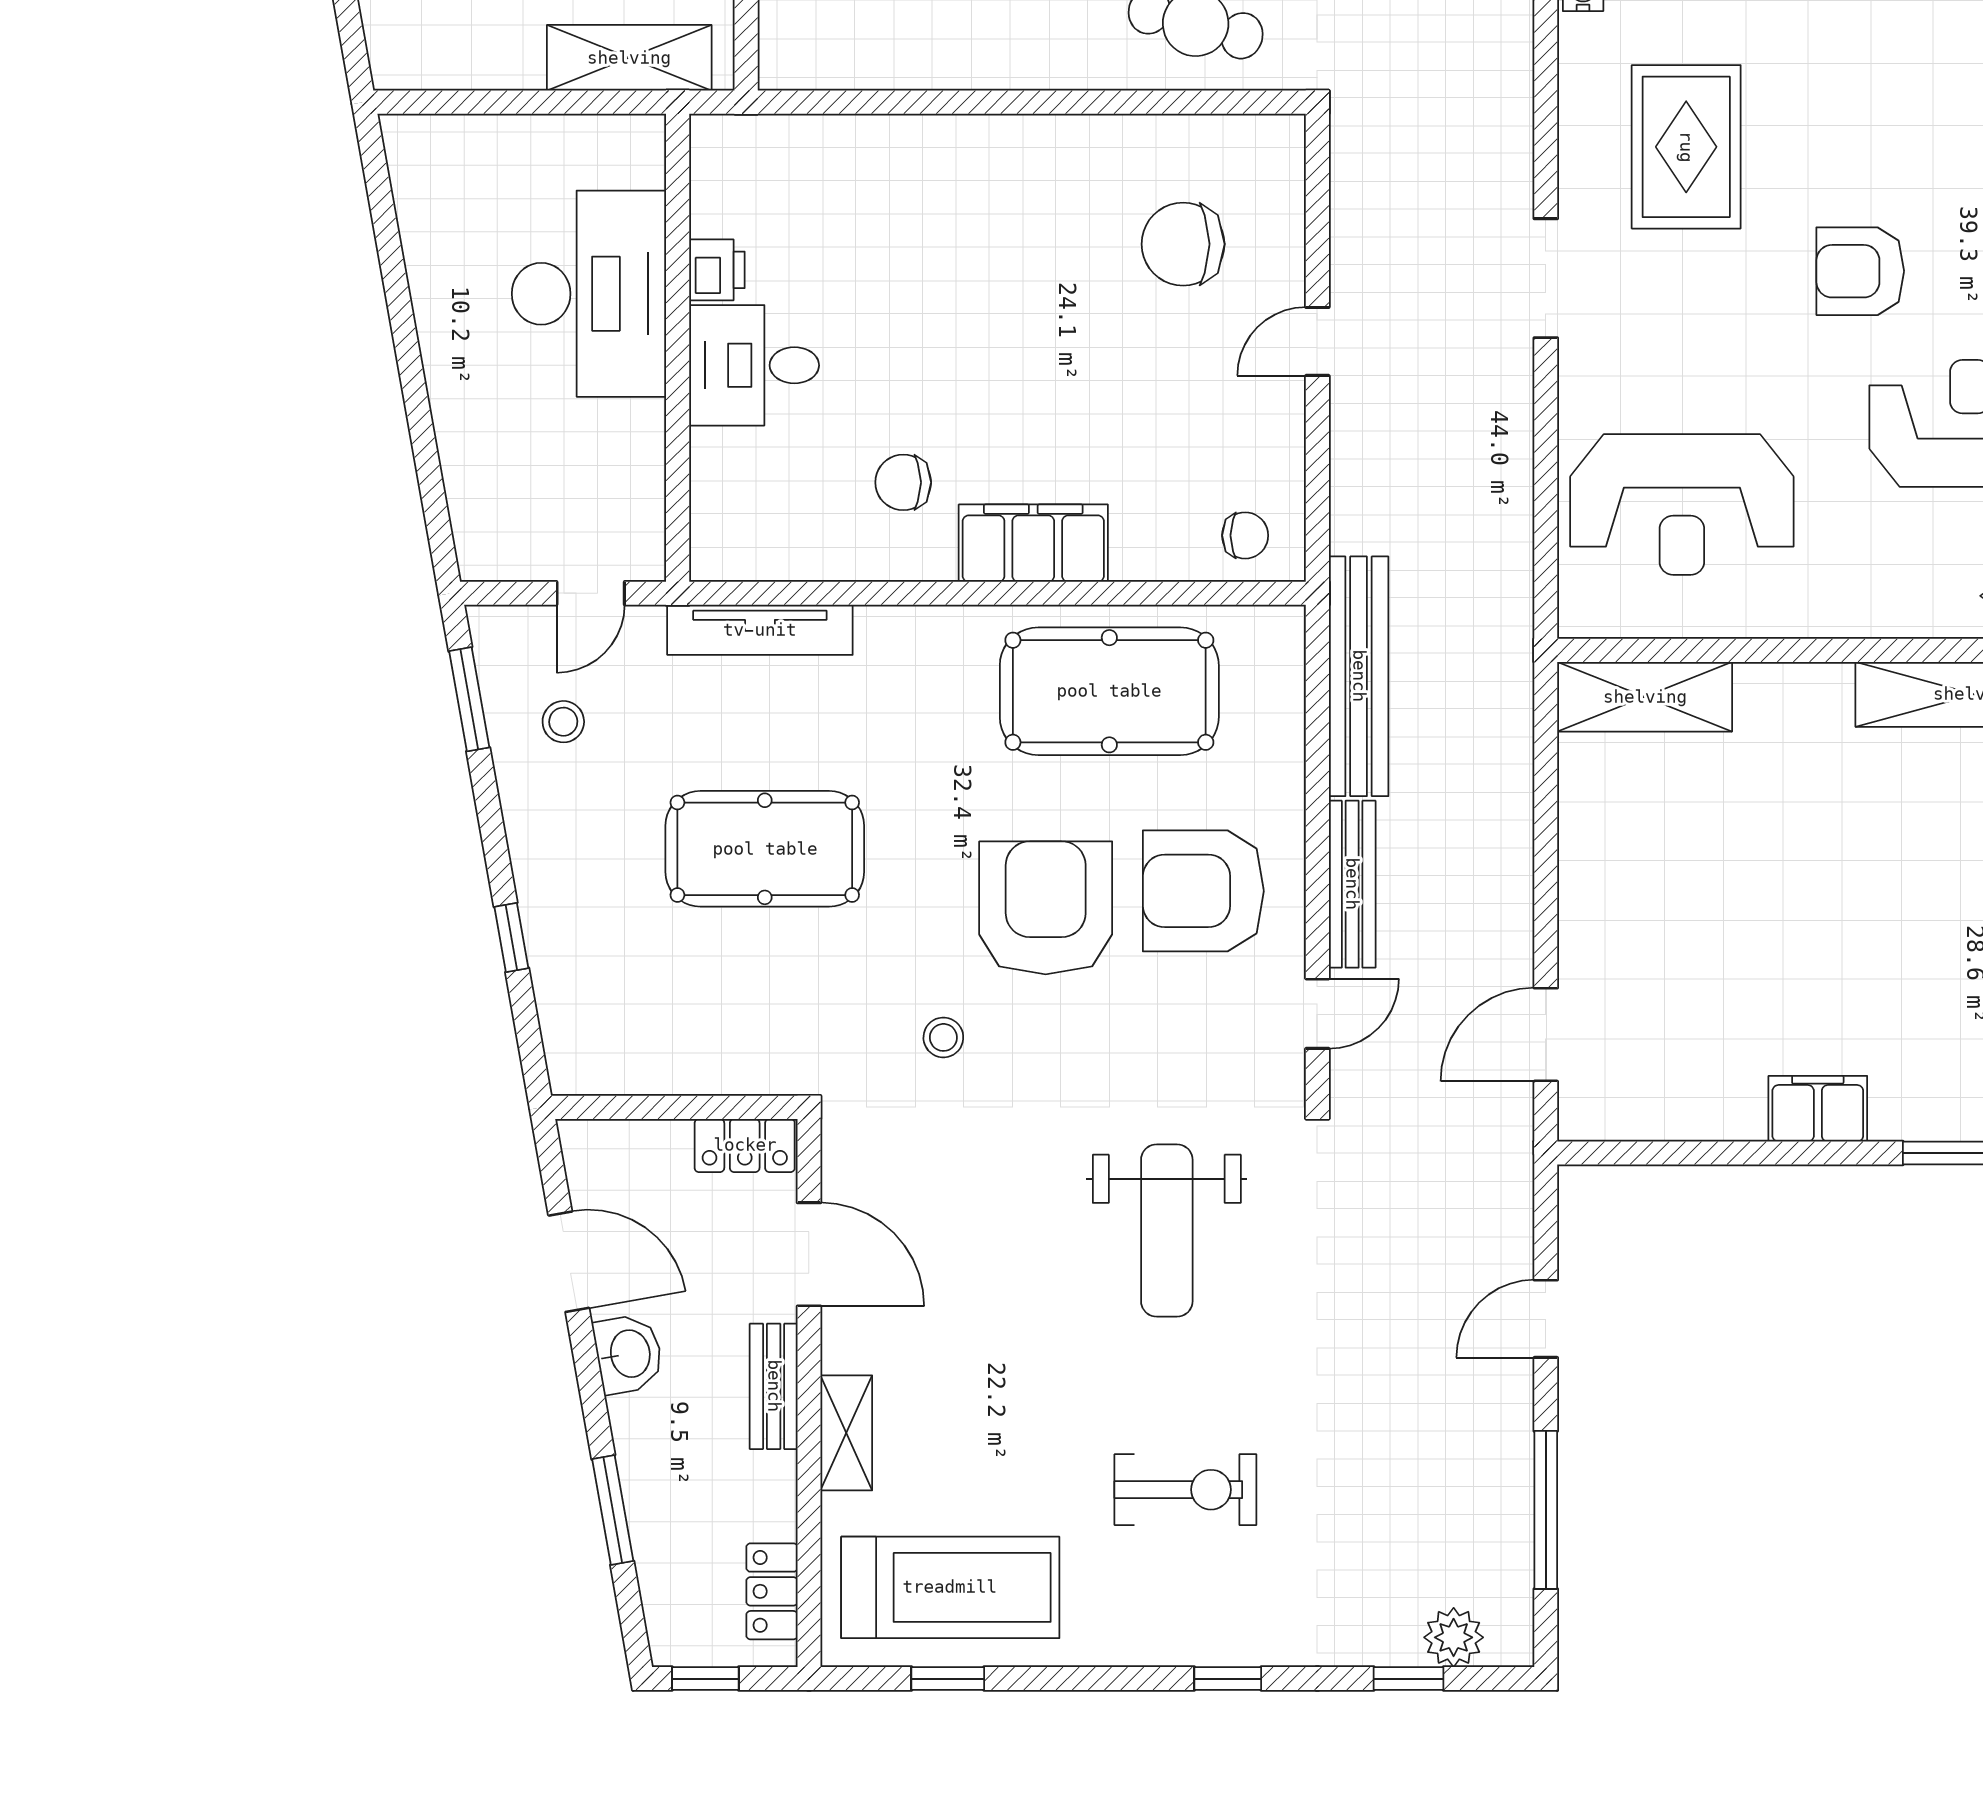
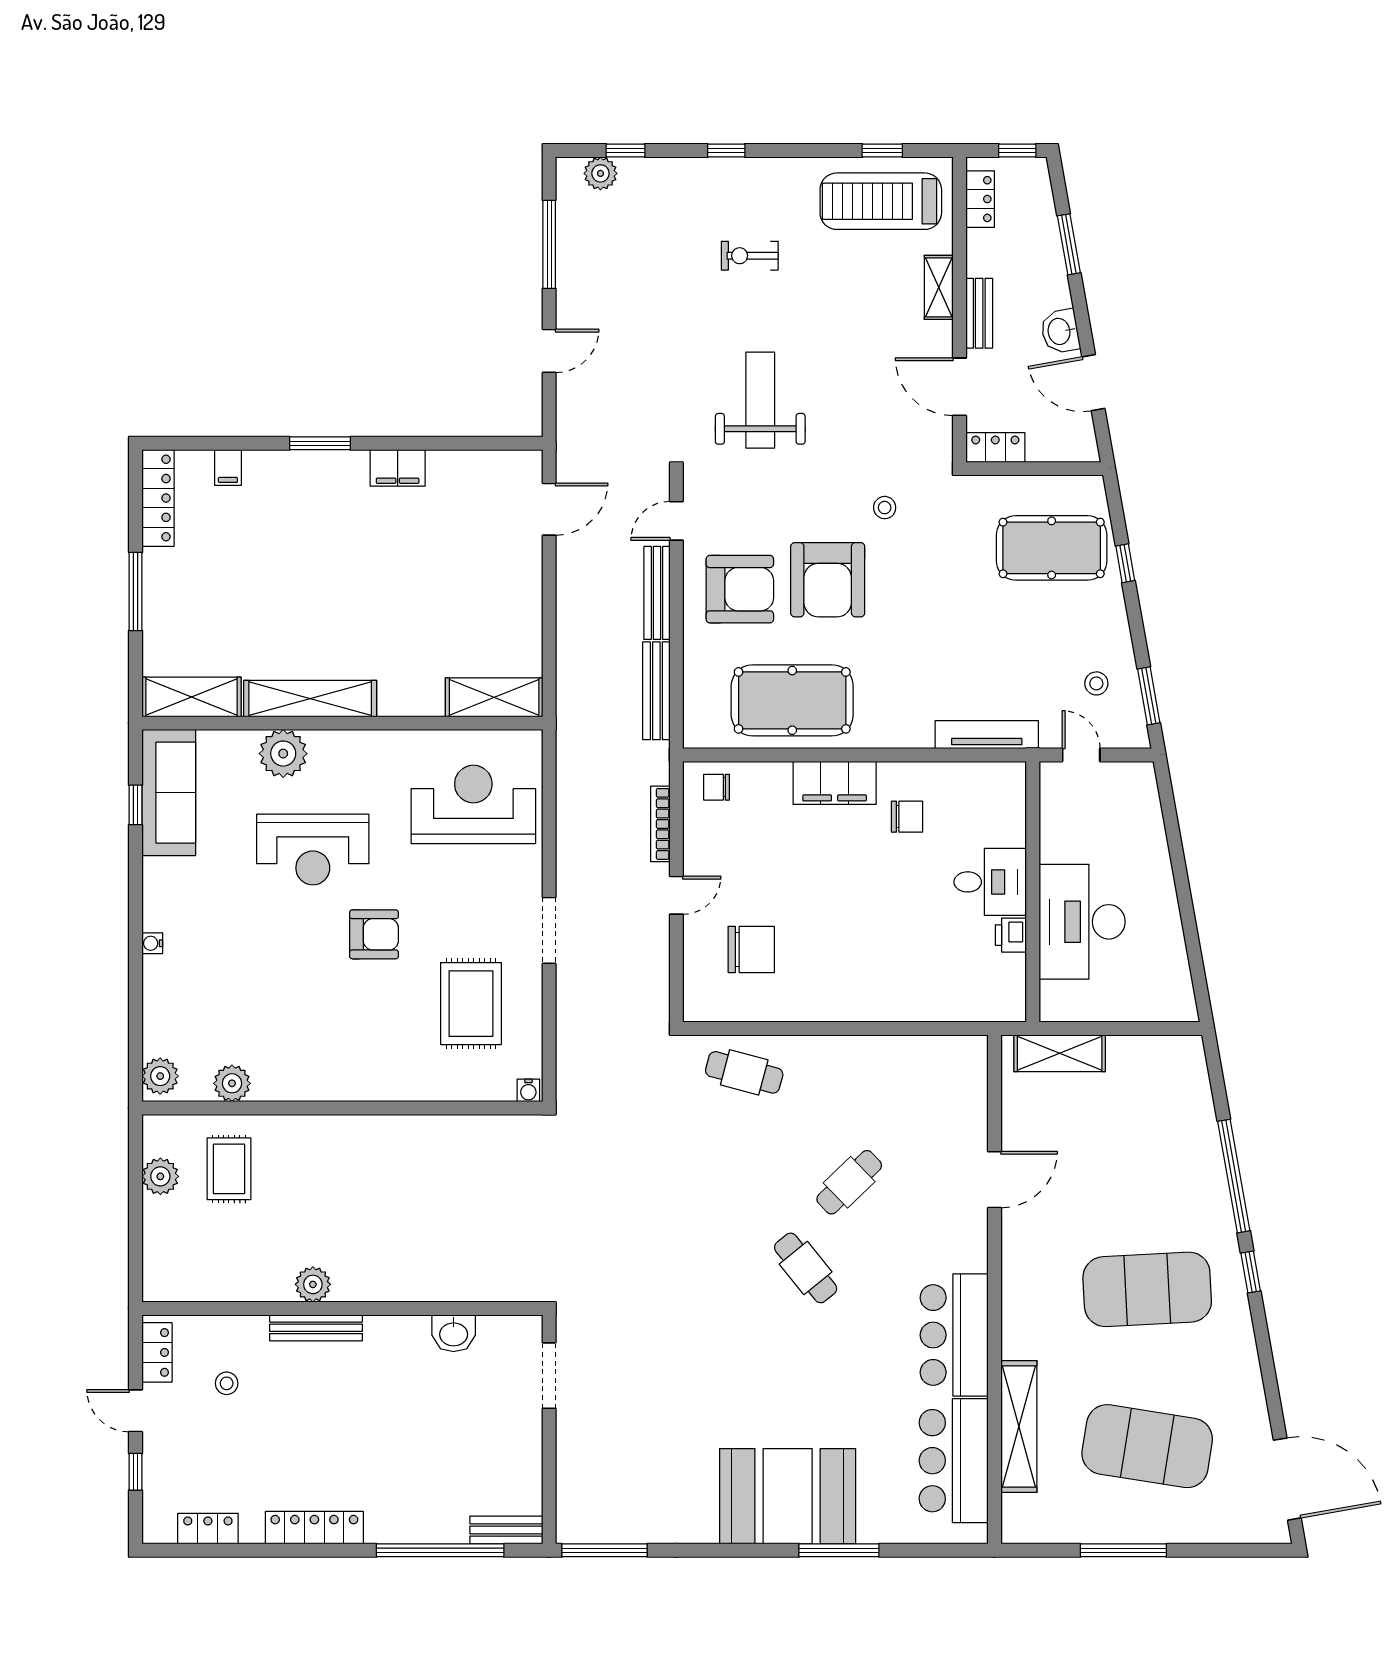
bookcase: (1346, 469) -> (660, 824), added
door: (591, 593) -> (1081, 755), hinge flipped
bench: (1359, 676) -> (656, 691), width x0.73, depth x0.82
pool table: (765, 849) -> (1052, 548), moved
exercise bike: (1185, 1490) -> (750, 256), width x0.73, depth x0.72

